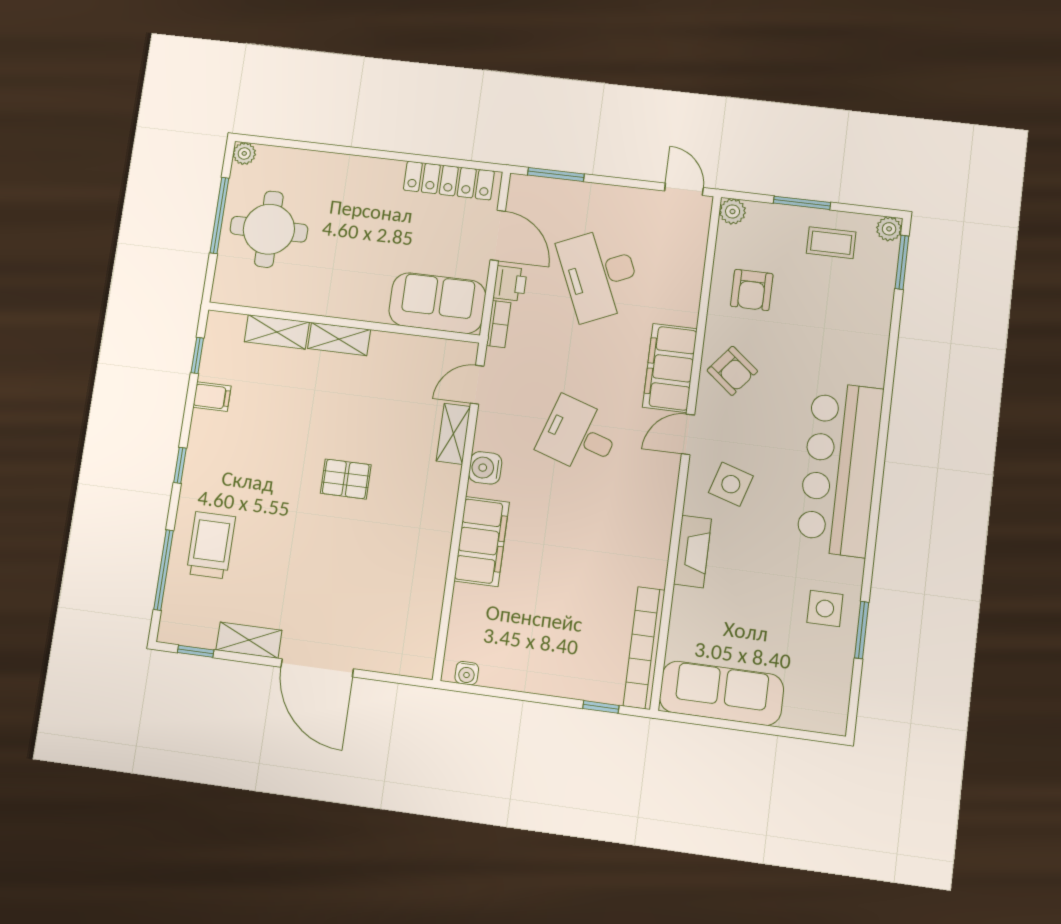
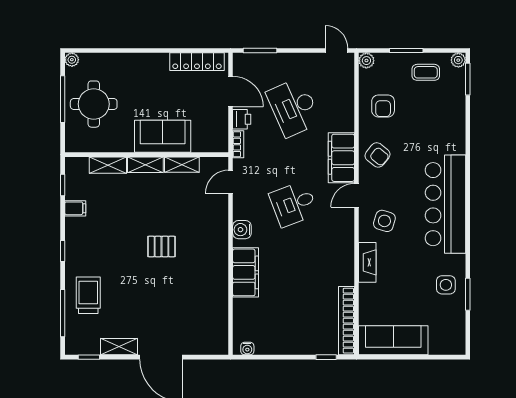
sofa: (437, 303) -> (163, 136), moved
shelving: (453, 434) -> (182, 165), moved, turned 90
desk: (579, 435) -> (294, 204), turned -39

